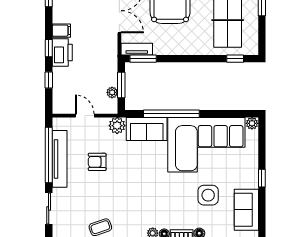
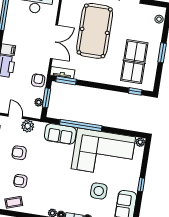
armchair: (107, 64) -> (38, 80), added
plant: (117, 126) -> (28, 126), moved
armchair: (105, 198) -> (20, 181), added

